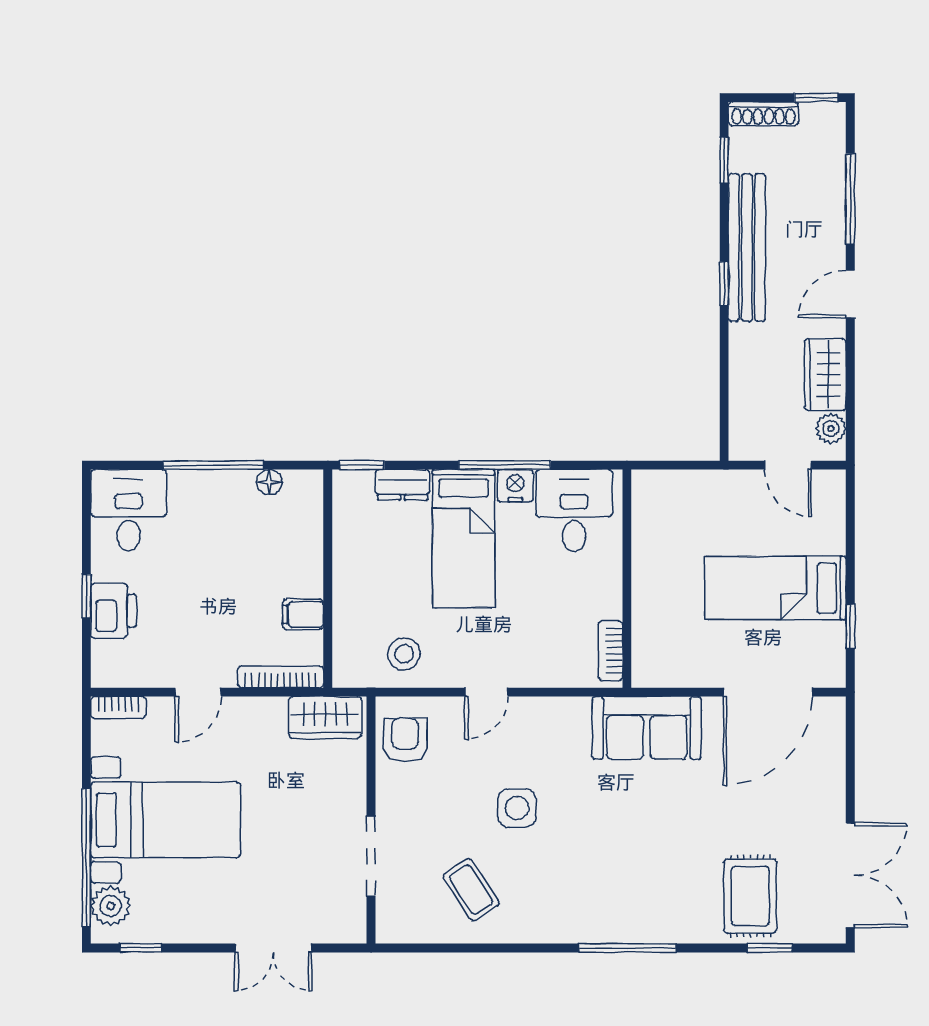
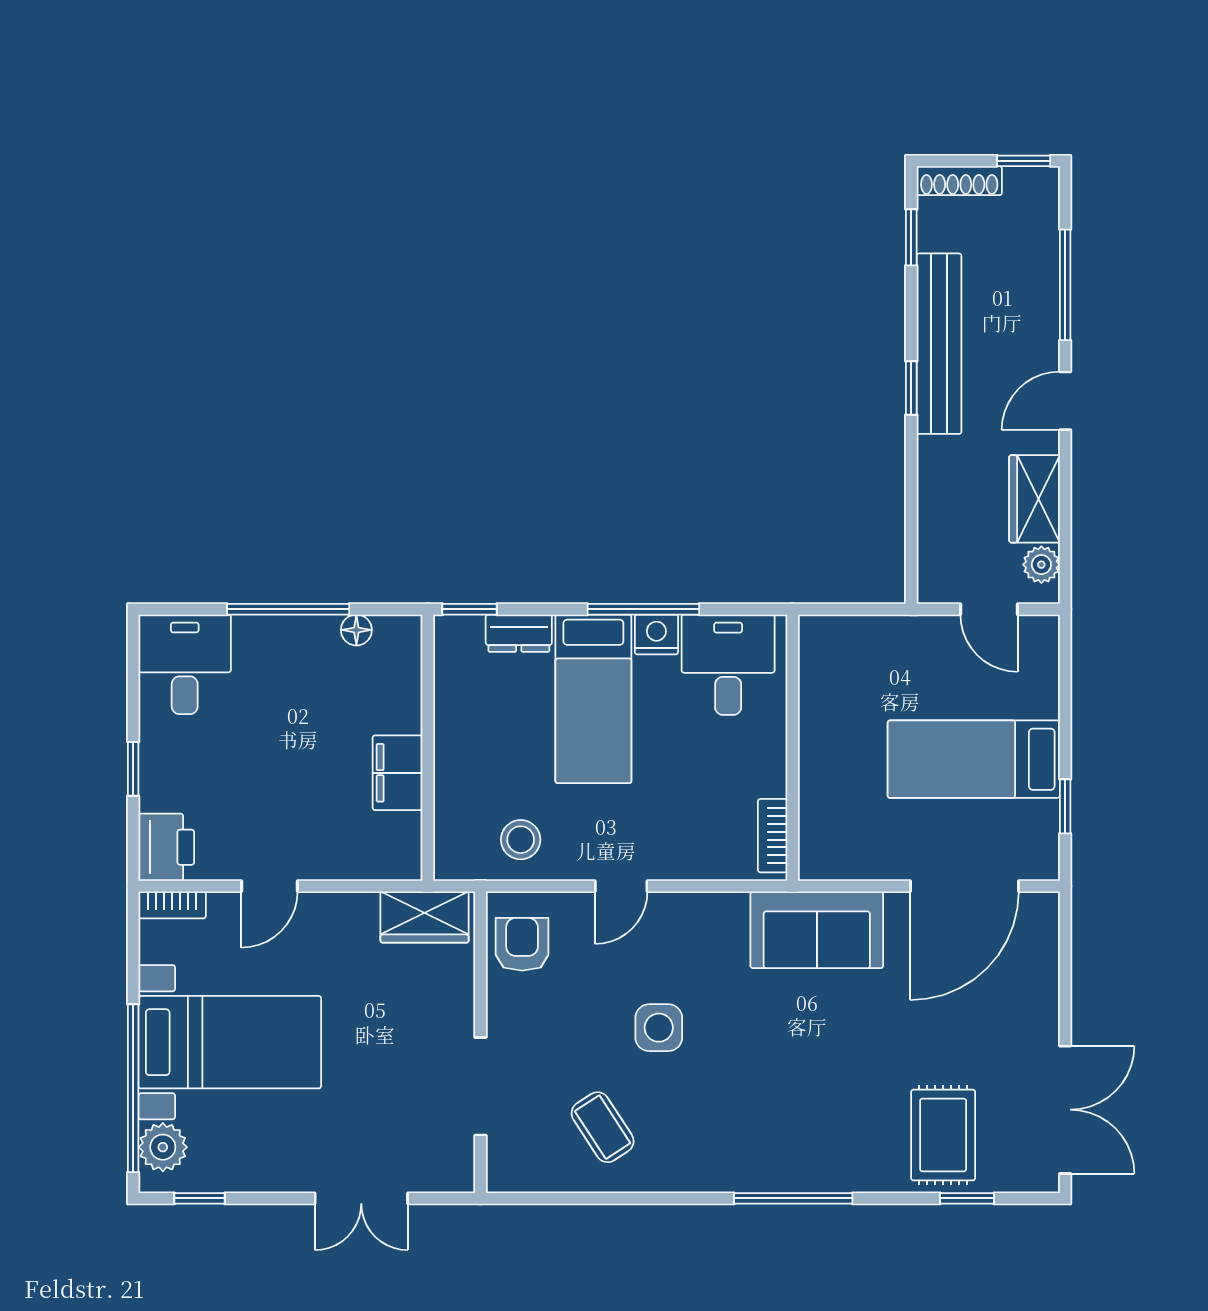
printer: (114, 611) -> (166, 847), moved
filing cabinet: (303, 614) -> (398, 773), width x2.00
bookcase: (281, 677) -> (370, 868), removed

